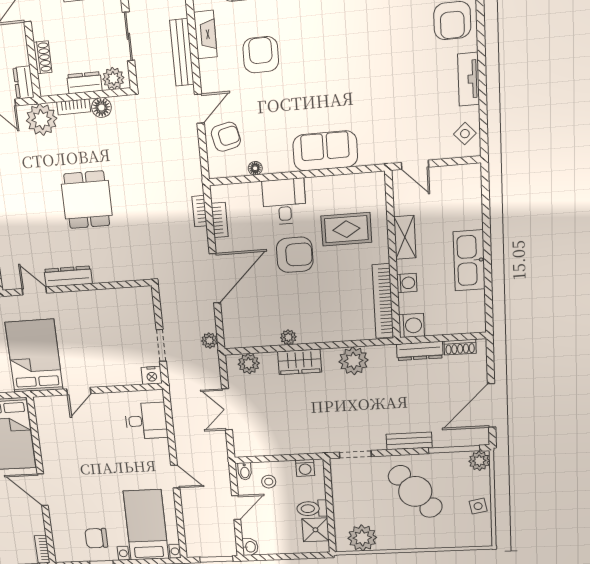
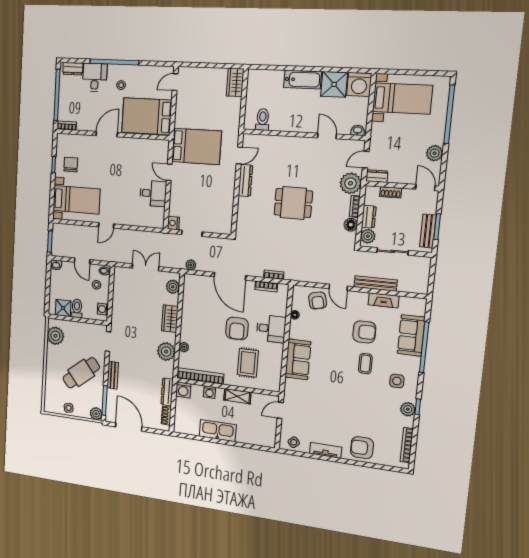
coffee table: (311, 43) -> (365, 364), added
plant: (288, 337) -> (184, 347), moved
desk: (146, 421) -> (153, 193), moved, turned -90

